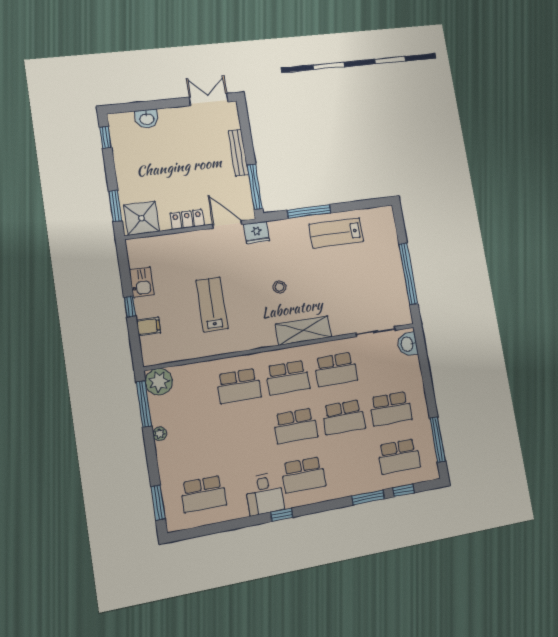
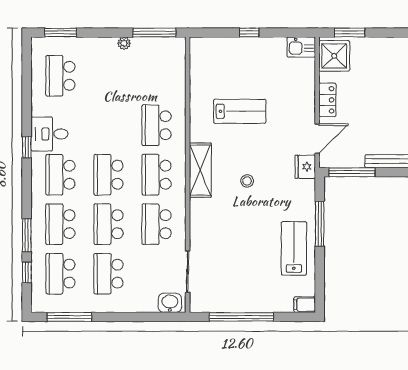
kitchen sink: (142, 282) -> (301, 47), moved
filing cabinet: (149, 326) -> (305, 305), moved, turned 90
shelving: (303, 331) -> (200, 170), moved
plant: (159, 382) -> (173, 50), removed
school desk: (352, 465) -> (60, 224), added

